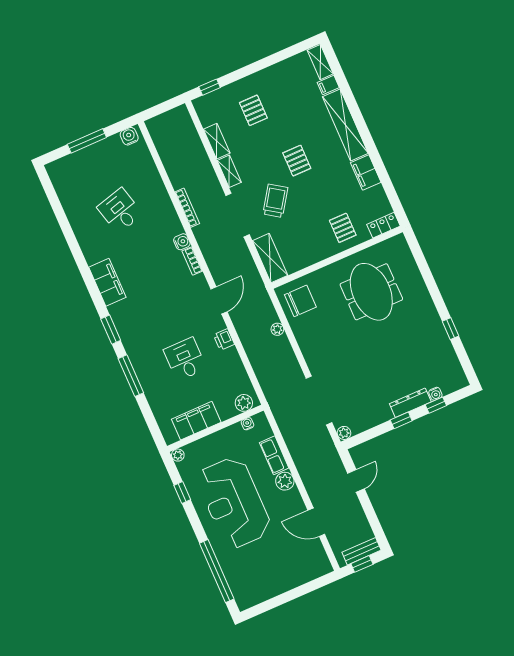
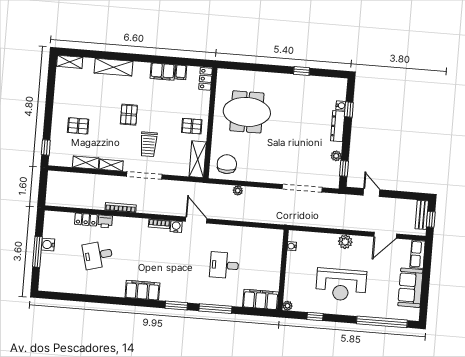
filing cabinet: (328, 85) -> (181, 72), moved
shelving: (345, 125) -> (114, 67), width x0.68
water cooler: (129, 136) -> (48, 245), moved
pallet: (297, 161) -> (129, 115), turned 90
locker: (153, 176) -> (86, 220), added
trolley: (275, 201) -> (149, 144), turned -124
pallet: (343, 228) -> (192, 126), moved
water cooler: (182, 242) -> (176, 227), moved
shelving: (270, 258) -> (198, 159), moved, turned 90
printer: (224, 340) -> (105, 221), moved
plant: (244, 403) -> (276, 241), removed
window: (401, 420) -> (344, 168), moved
filing cabinet: (196, 421) -> (261, 299), moved, turned 90
plant: (344, 433) -> (336, 156), moved
row of seats: (274, 455) -> (418, 254), moved, turned 90
reception desk: (234, 503) -> (341, 285), width x0.74, depth x0.77
sofa: (273, 582) -> (410, 288), added

